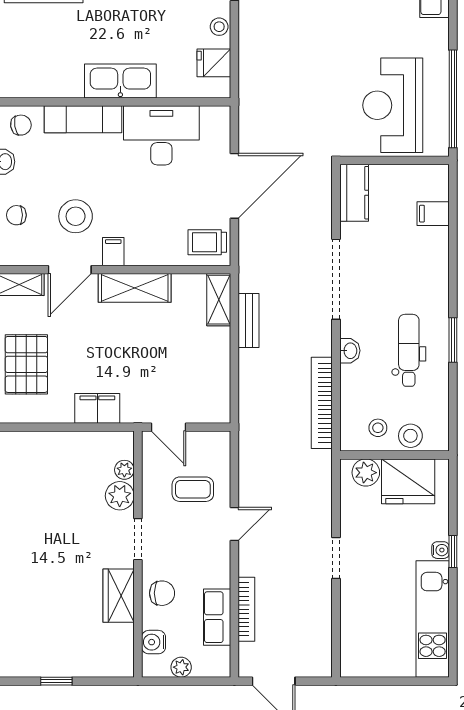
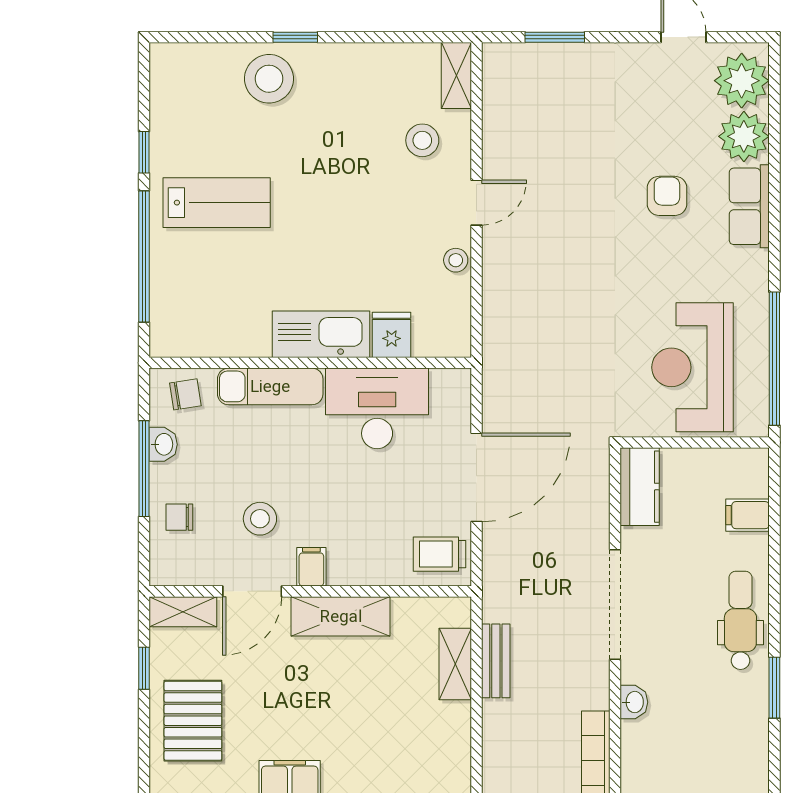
fridge: (214, 63) -> (392, 335), moved, turned 90
stool: (76, 216) -> (260, 519), width x0.73, depth x0.73
shelving: (219, 300) -> (455, 664), moved
dental chair: (409, 350) -> (740, 620), moved

